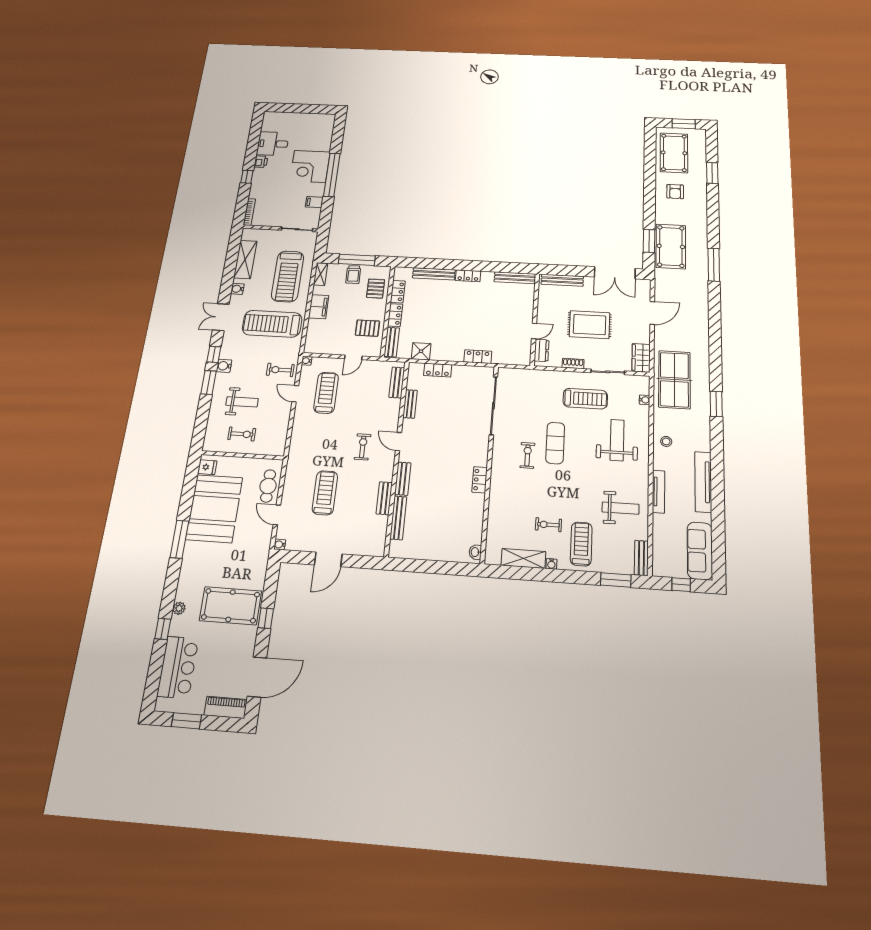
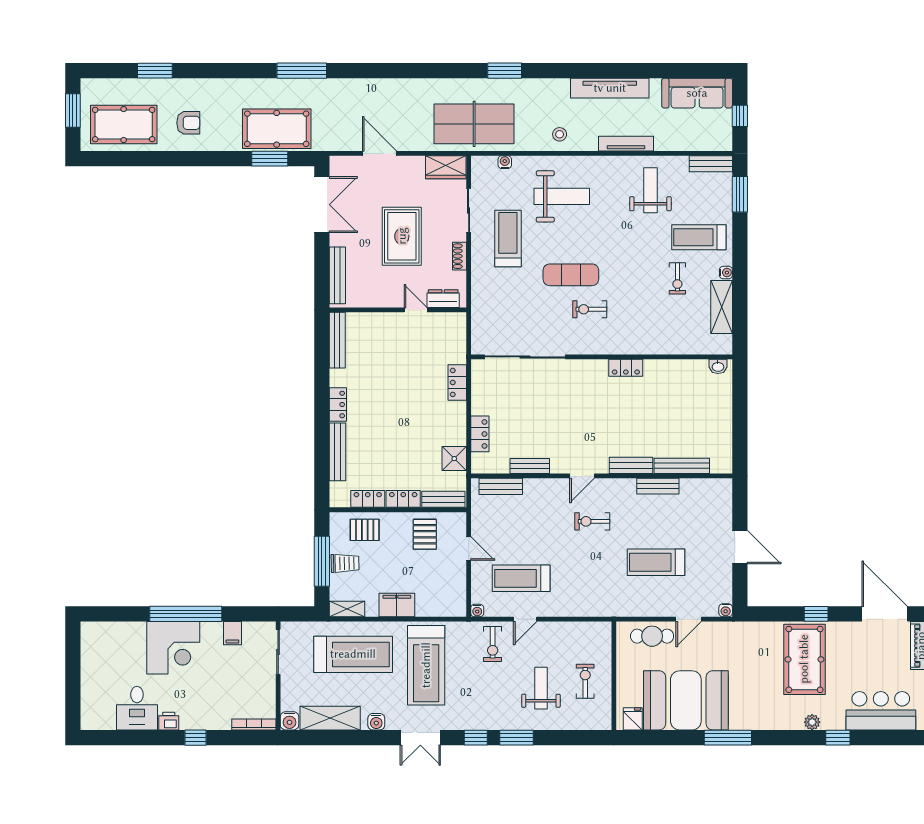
water cooler: (224, 366) -> (290, 721), moved
weight bench: (617, 440) -> (562, 196), turned 180

